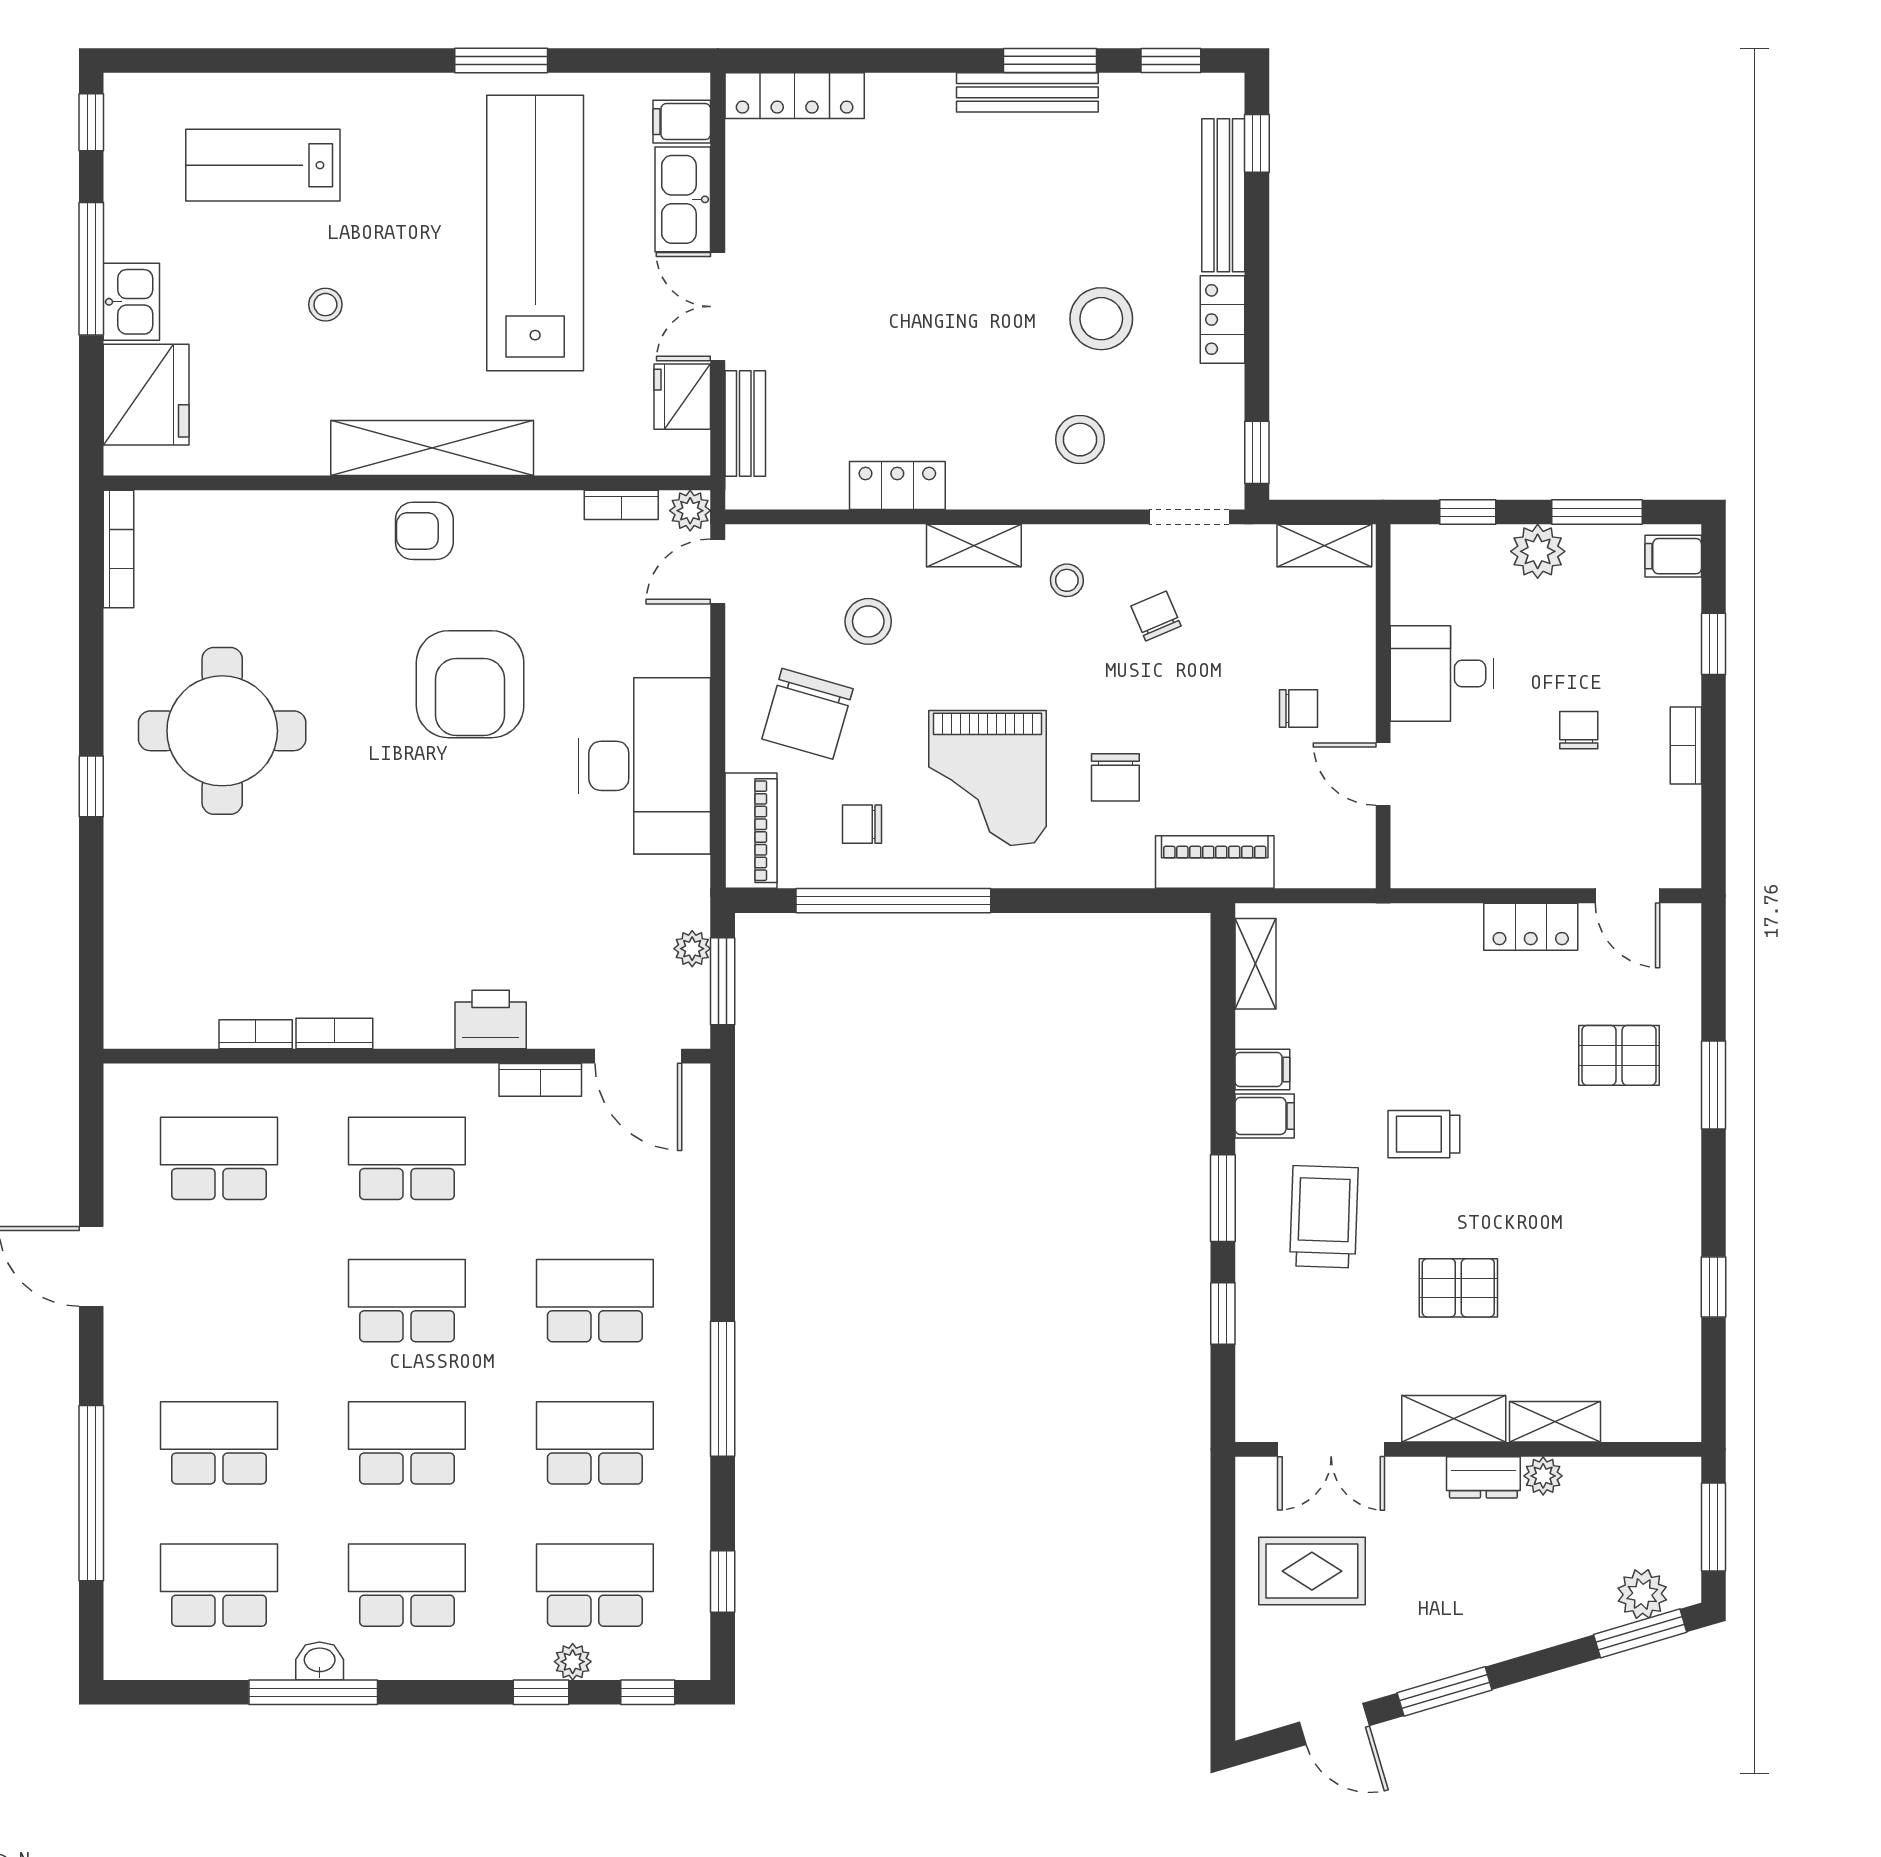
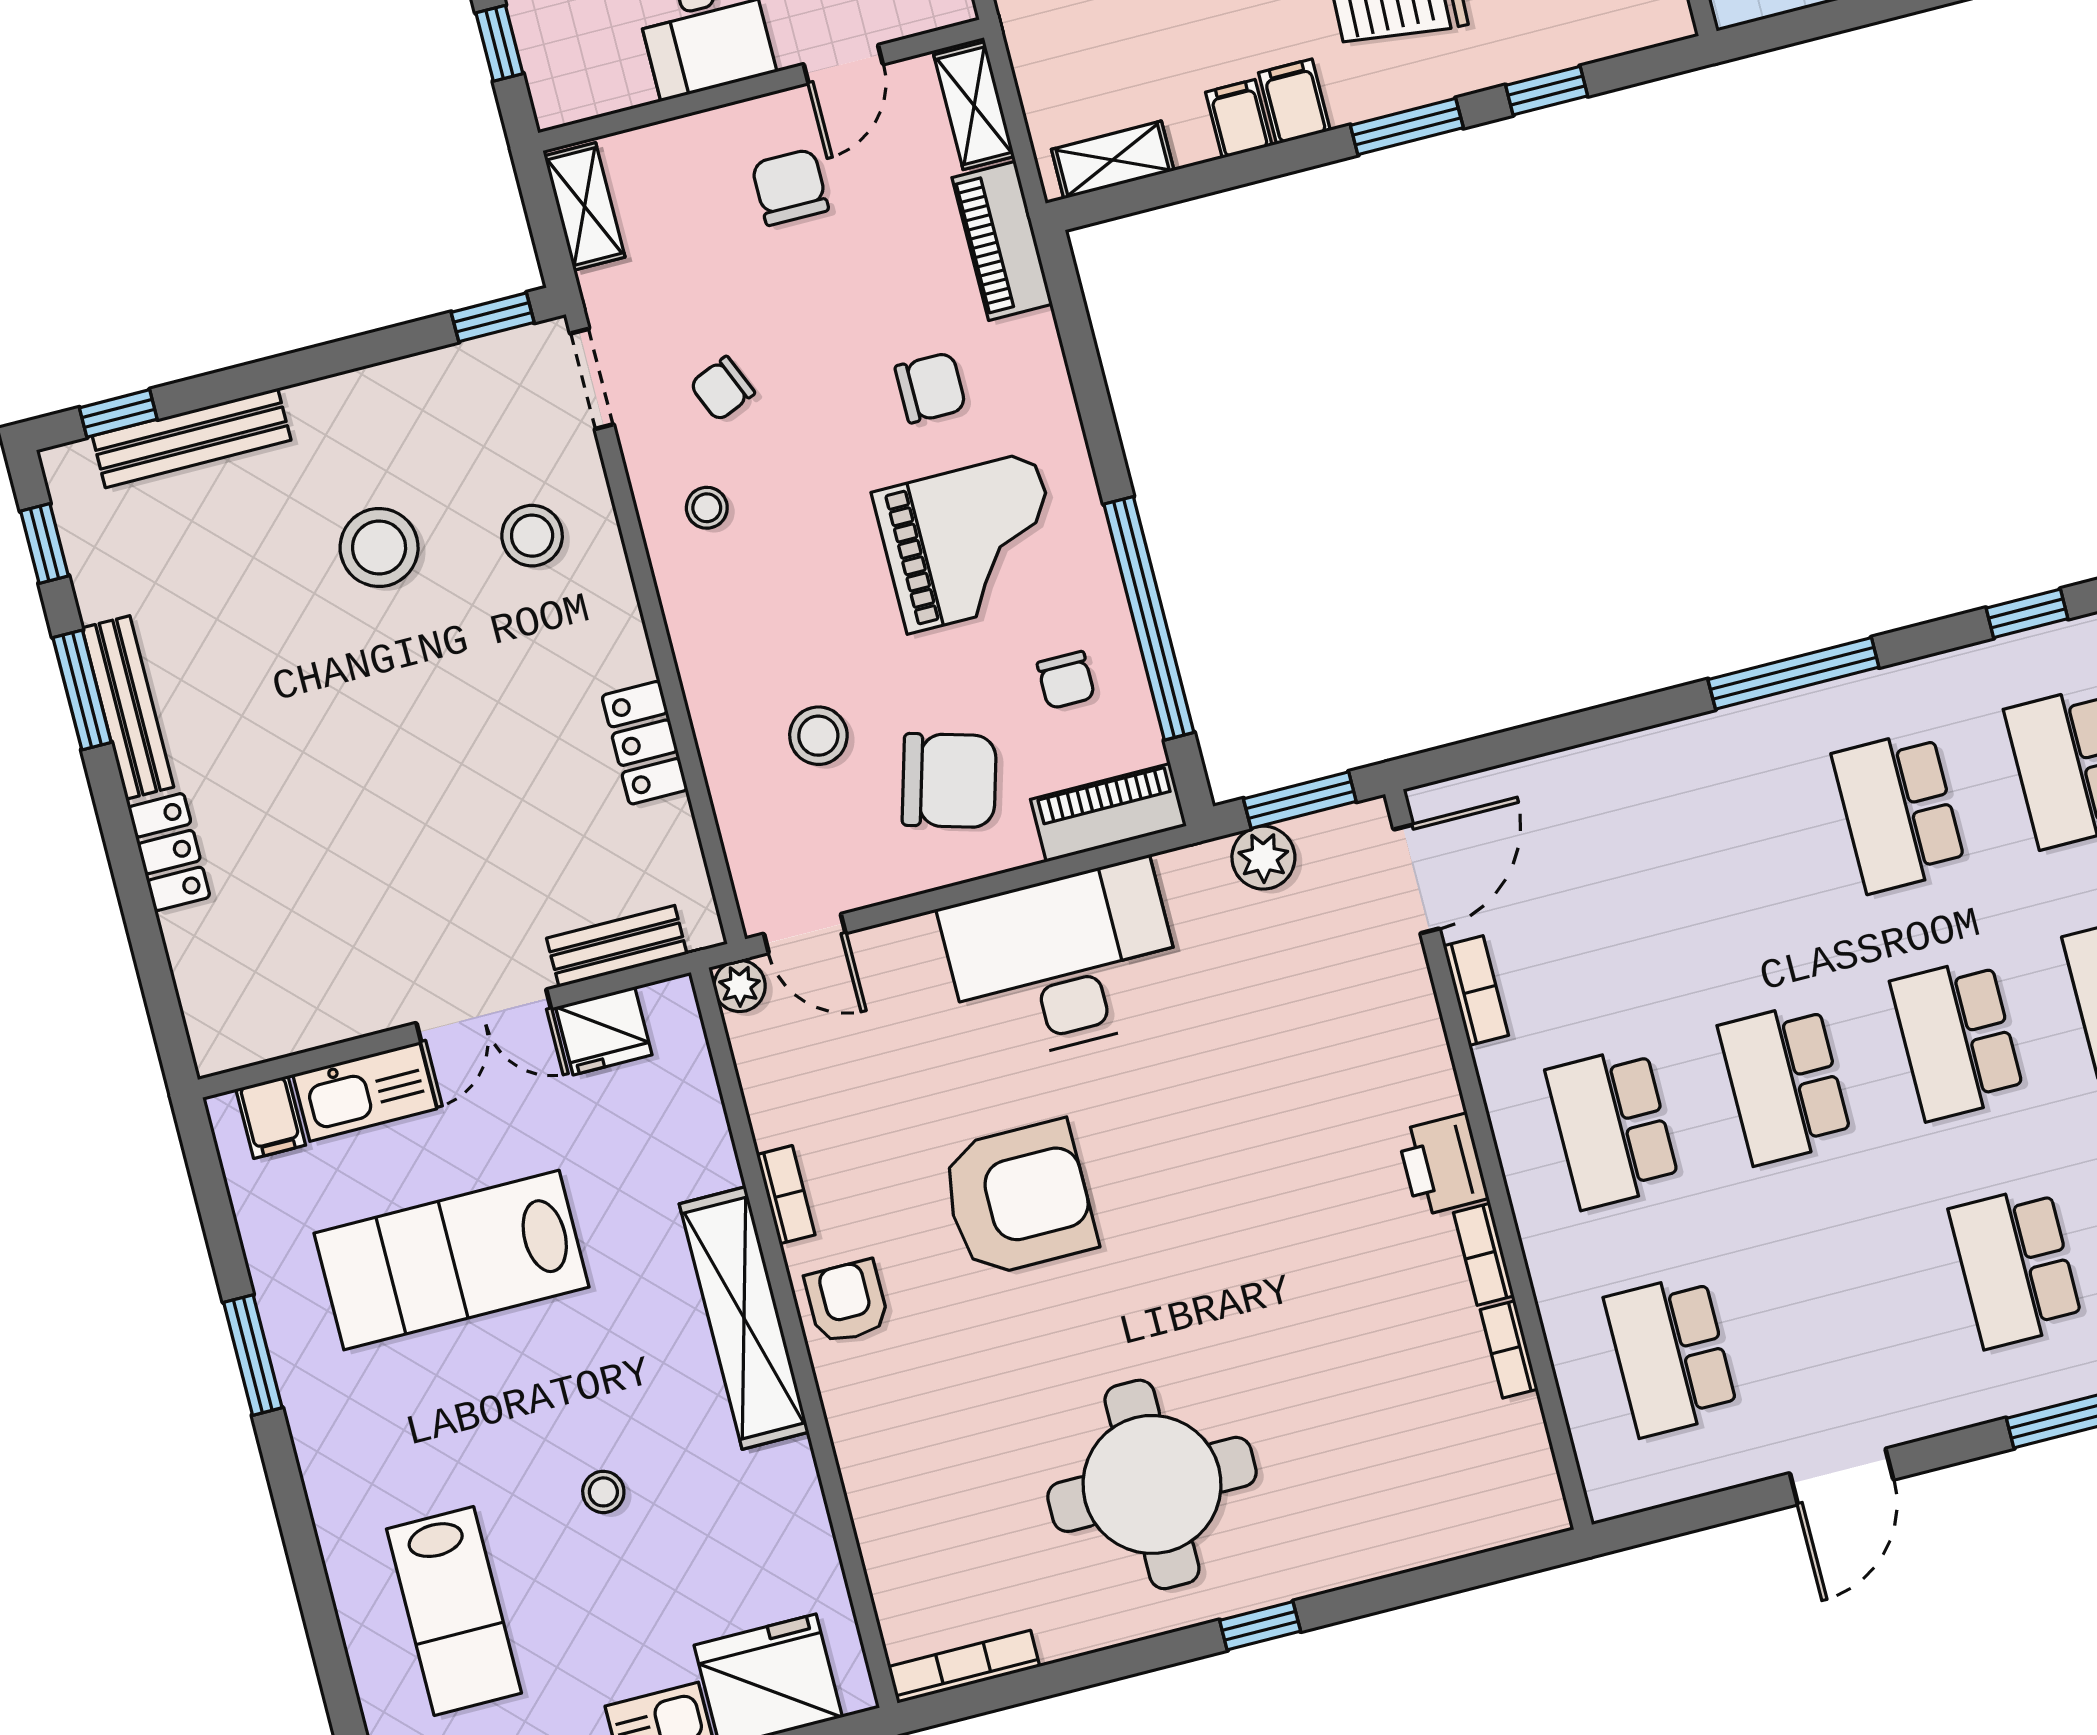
locker: (795, 96) -> (169, 852), moved, width x0.66
lab bench: (535, 233) -> (451, 1260), width x0.73
locker: (1223, 320) -> (342, 400), removed
bookcase: (621, 505) -> (786, 1195), moved
armchair: (424, 531) -> (847, 1302), turned 180
shelving: (974, 546) -> (974, 106), moved
chair: (1299, 708) -> (790, 187), width x1.37, depth x1.37
plant: (692, 949) -> (1263, 858), width x1.38, depth x1.38
printer: (491, 1019) -> (1443, 1165), moved
school desk: (595, 1301) -> (1726, 856), removed

